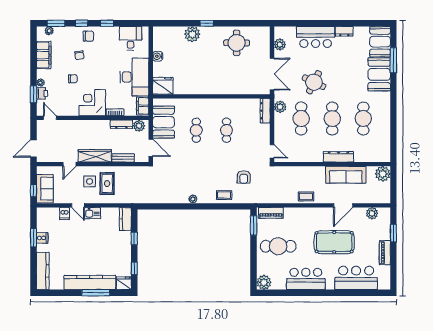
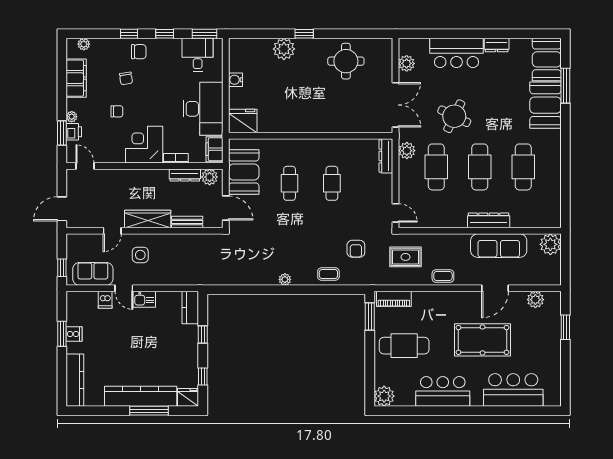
window: (56, 23) -> (204, 34), moved
rug: (107, 184) -> (405, 257), moved, turned 90
sofa: (45, 189) -> (93, 274), moved, turned -90
piano: (385, 253) -> (553, 355), removed

